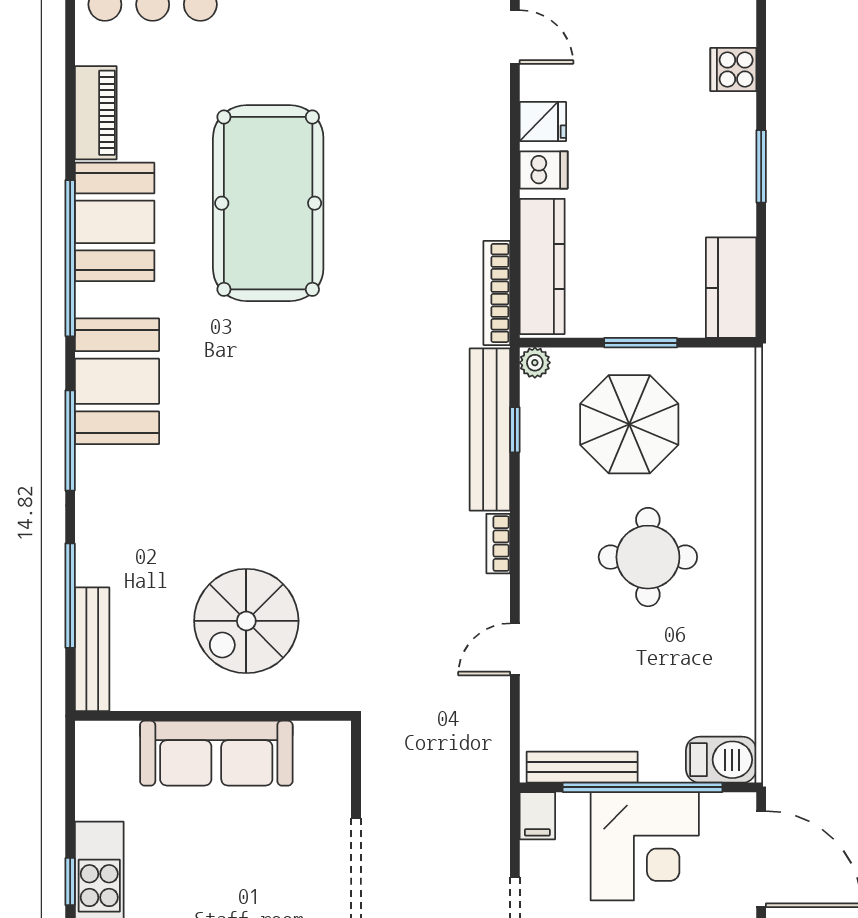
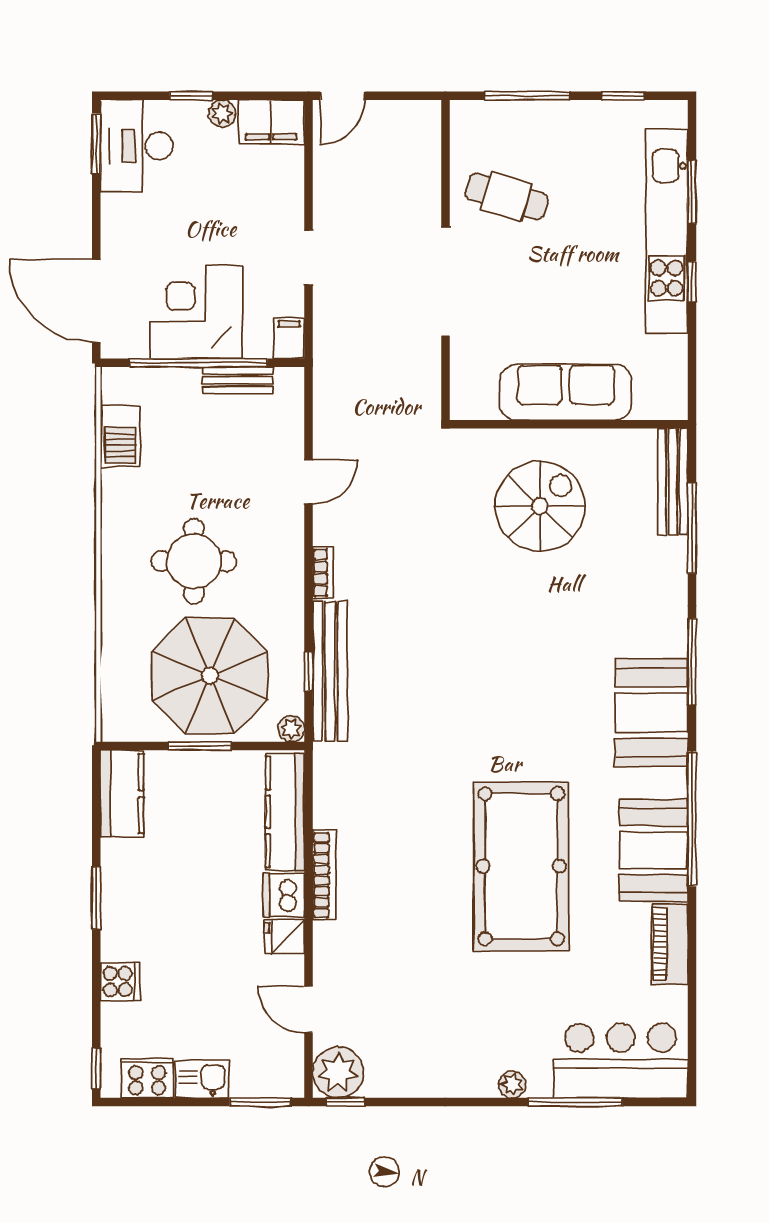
dishwasher: (544, 170) -> (284, 895), width x1.38
bookcase: (497, 293) -> (324, 875), moved
parasol: (629, 424) -> (210, 676), width x1.36, depth x1.36
barbecue: (721, 760) -> (120, 436), moved, turned -90
bench: (582, 767) -> (238, 380), width x0.73

